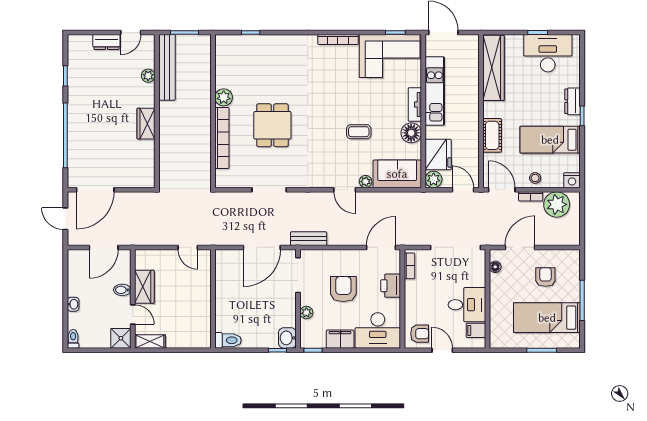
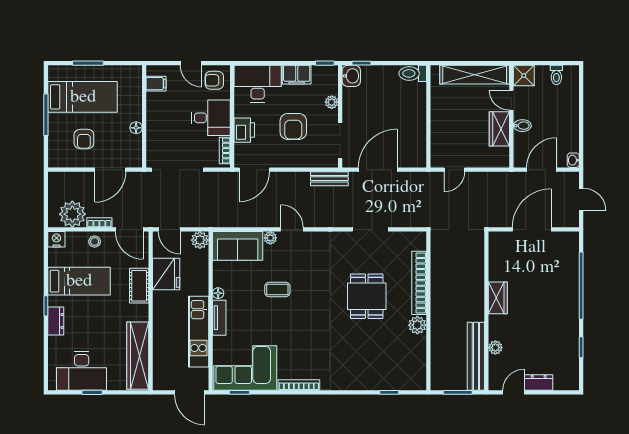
floor lamp: (411, 133) -> (218, 293), width x0.53, depth x0.53
fridge: (438, 154) -> (166, 274), moved, turned 180
door: (95, 190) -> (532, 229), moved
door: (188, 247) -> (454, 170), swing flipped
floor lamp: (495, 267) -> (136, 128), moved
washbasin: (73, 304) -> (573, 160), moved
desk: (467, 305) -> (211, 118), moved, turned 180
toilet: (73, 339) -> (556, 75), moved
shelving: (150, 341) -> (475, 75), width x2.20, depth x1.33

